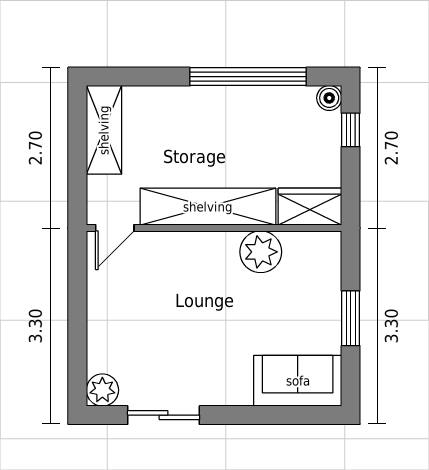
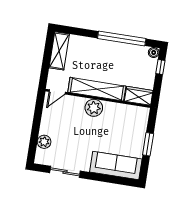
plant: (261, 252) -> (94, 108), moved
sofa: (298, 381) -> (116, 165), width x1.36
plant: (102, 390) -> (44, 142), moved

